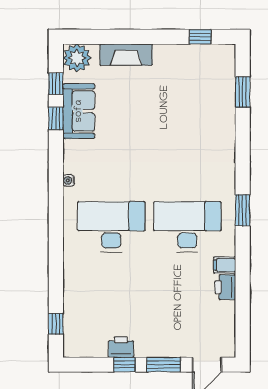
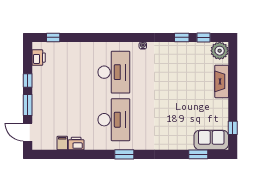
sofa: (79, 111) -> (211, 140), moved, turned 180
filing cabinet: (225, 265) -> (62, 143), moved
printer: (121, 347) -> (39, 58), moved

